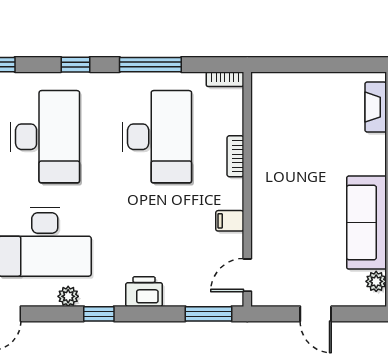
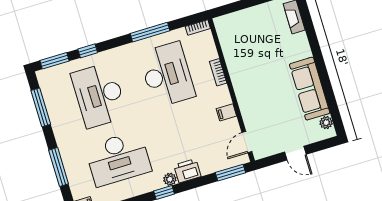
window: (75, 65) -> (88, 51), moved
desk: (45, 137) -> (99, 95), turned 180
plant: (68, 296) -> (170, 179), moved

